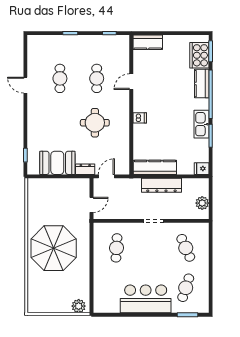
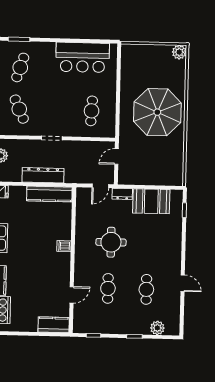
plant: (48, 42) -> (157, 328), added
door: (131, 82) -> (72, 295), moved
bar counter: (146, 299) -> (83, 57), moved
plant: (79, 306) -> (179, 52), moved

